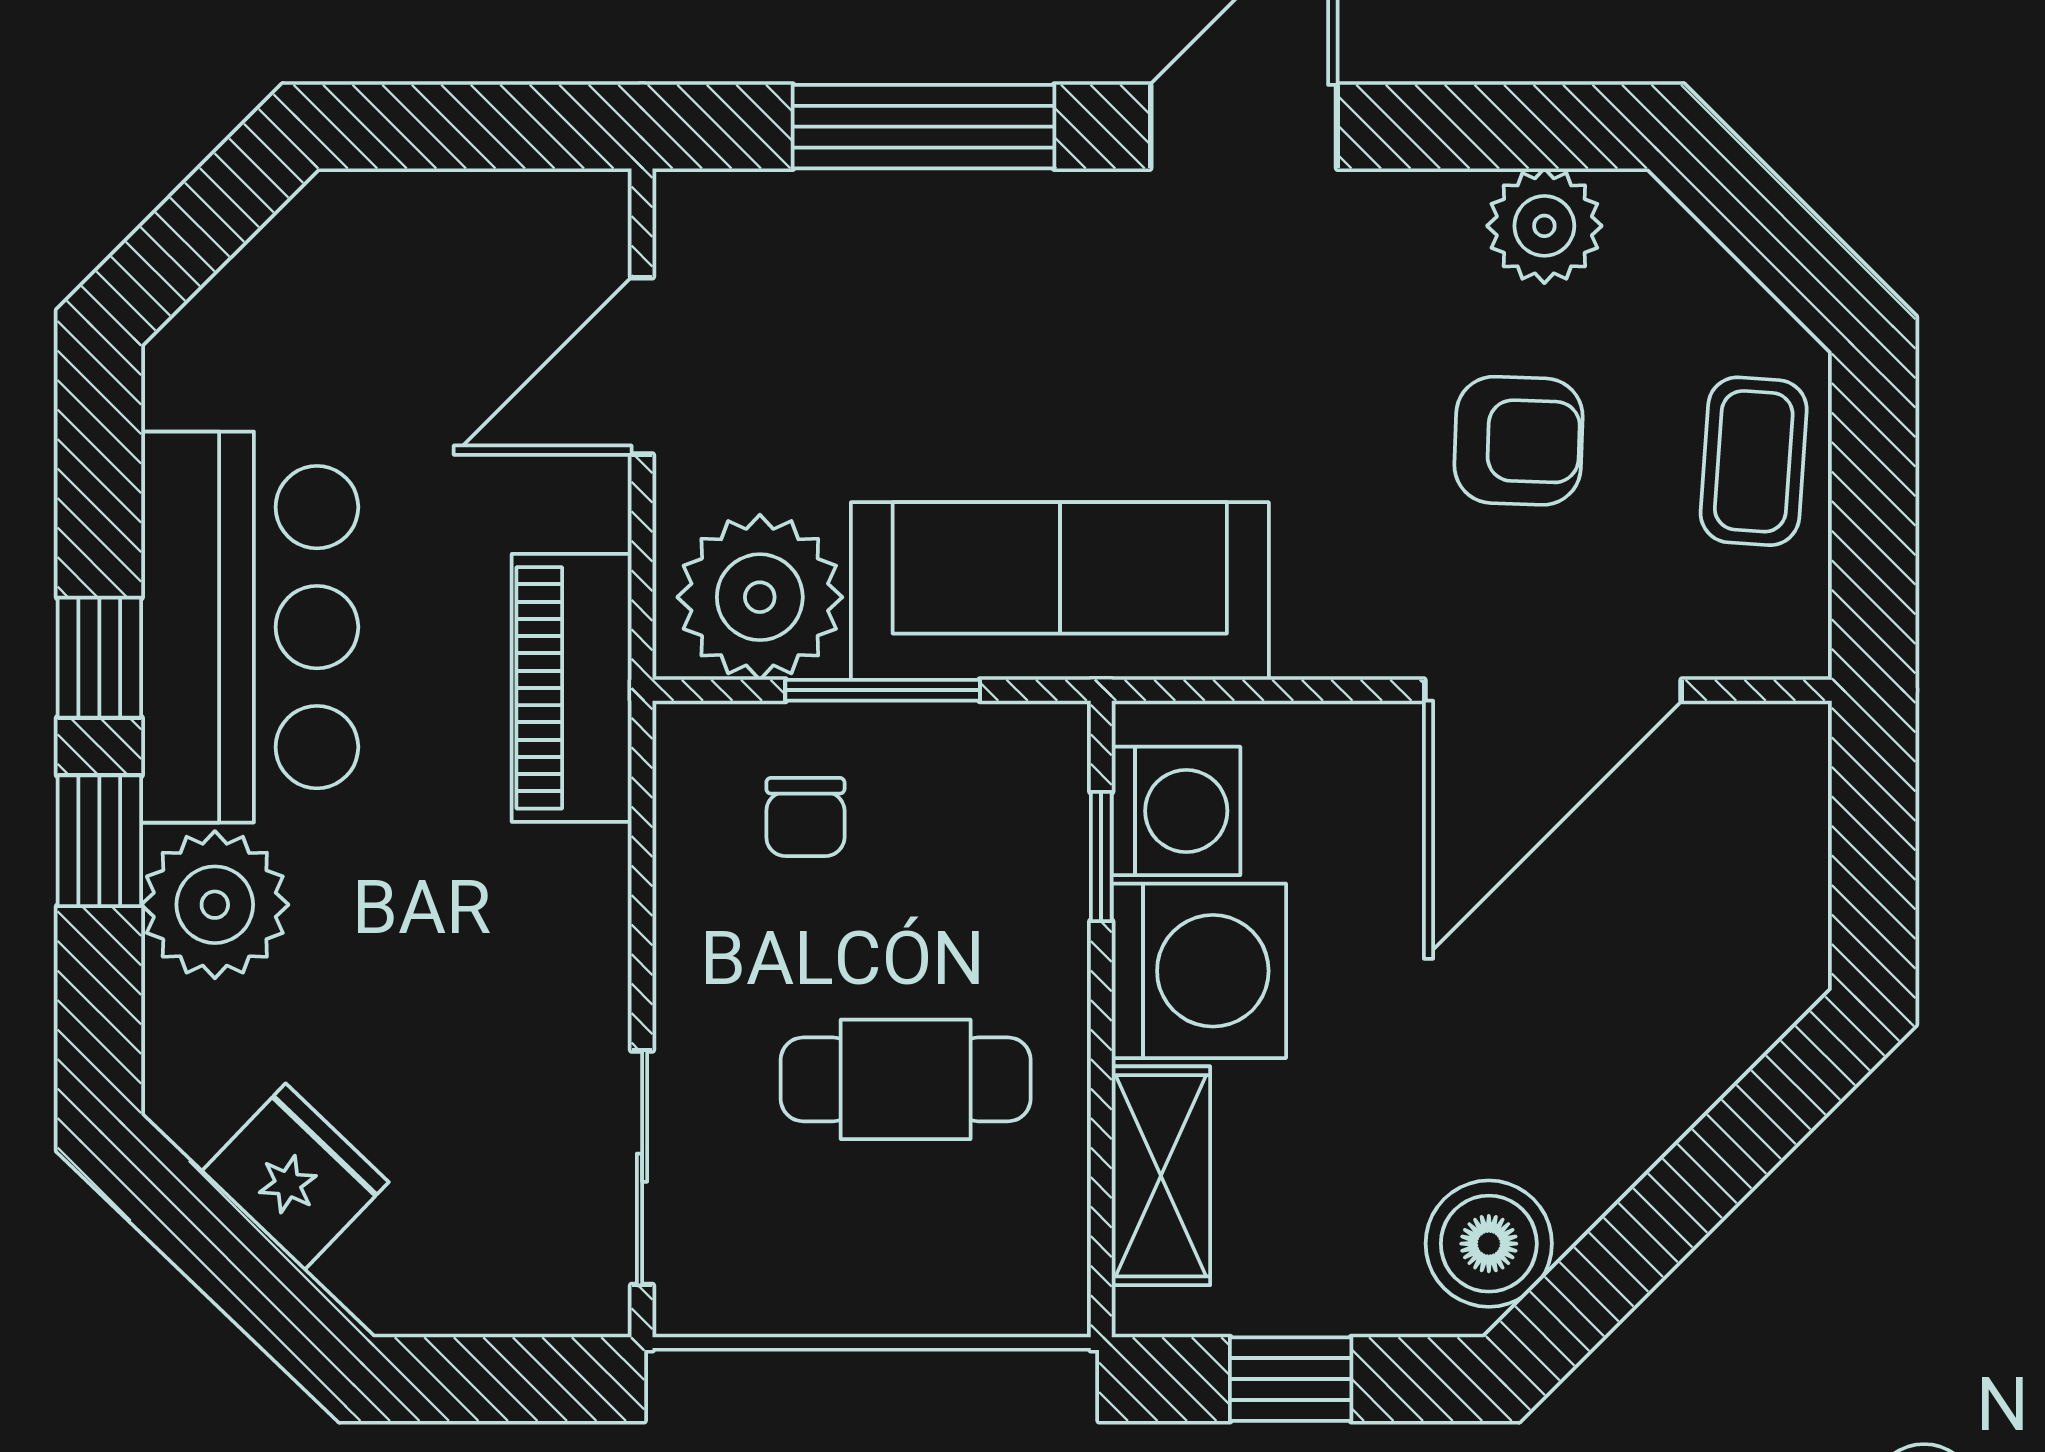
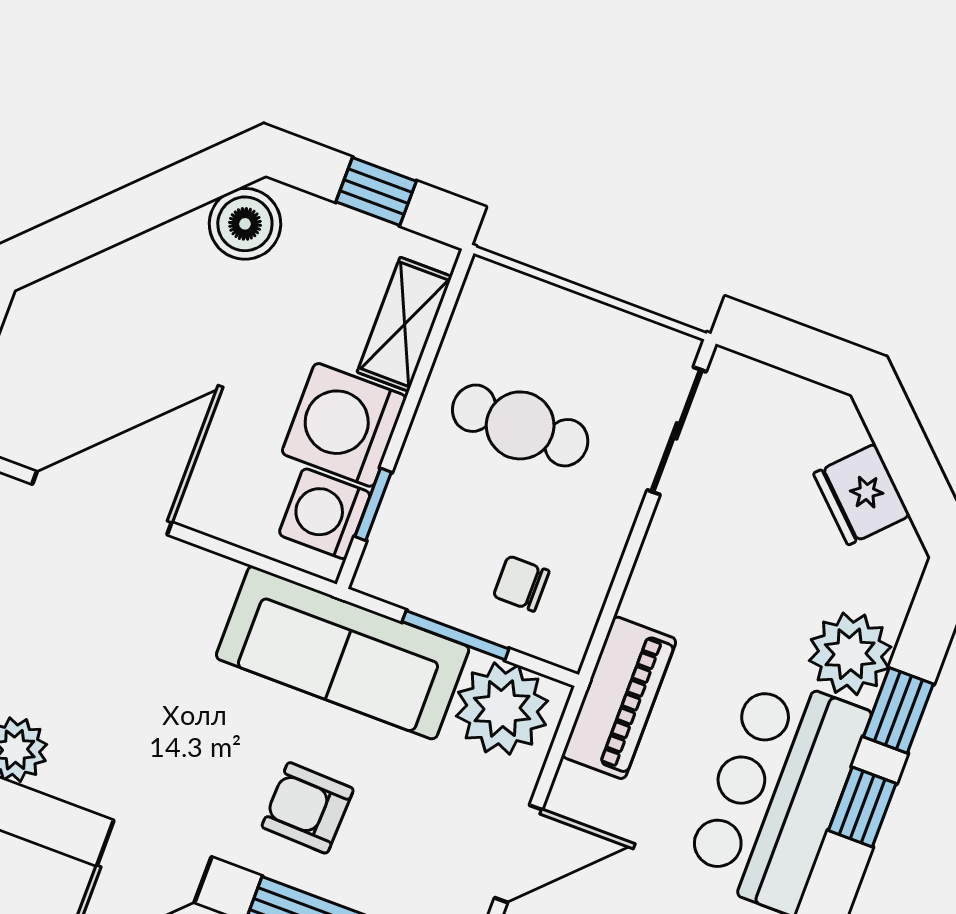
armchair: (1518, 441) -> (308, 808), moved
chair: (805, 817) -> (521, 584), turned -90

